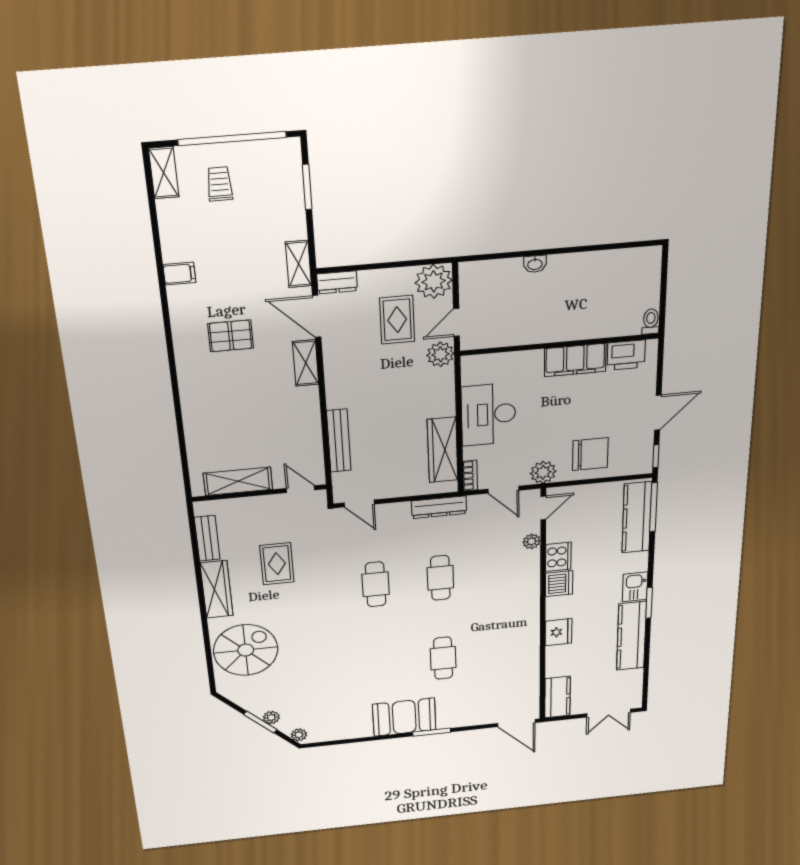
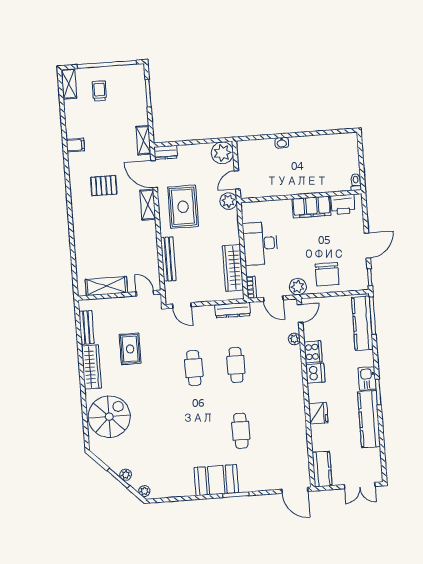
rug: (397, 320) -> (183, 207), moved, width x1.36, depth x1.43
chair: (590, 454) -> (327, 274), turned 90

